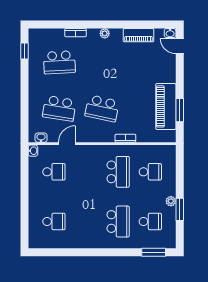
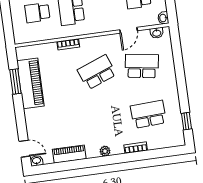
school desk: (102, 108) -> (97, 72), turned -33

